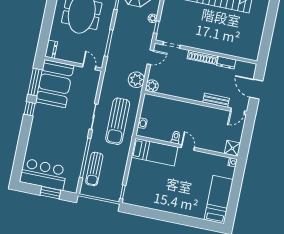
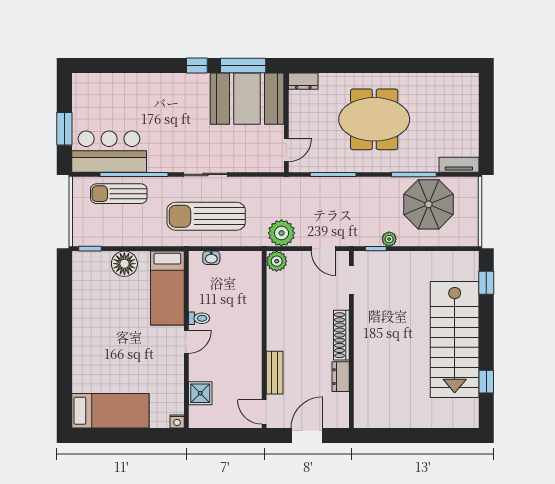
shower: (233, 148) -> (200, 393), moved
bar counter: (44, 174) -> (109, 152), moved, turned -90
floor lamp: (135, 174) -> (124, 264), added

